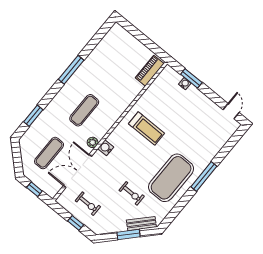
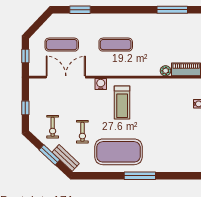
window: (71, 70) -> (172, 10), moved
treadmill: (146, 128) -> (122, 102), moved
plant: (93, 142) -> (165, 71), moved
exercise bike: (88, 204) -> (53, 127), moved

